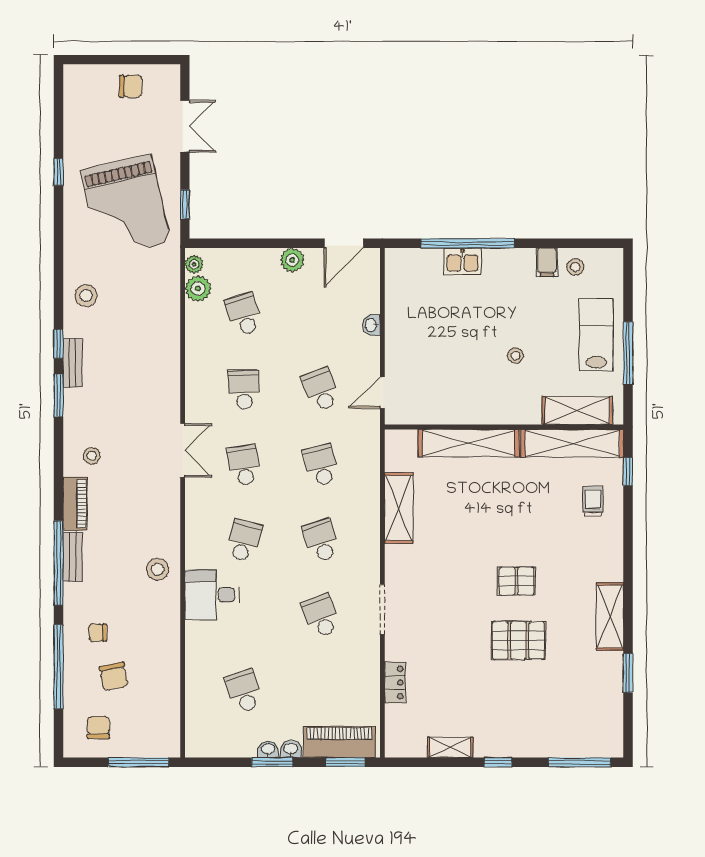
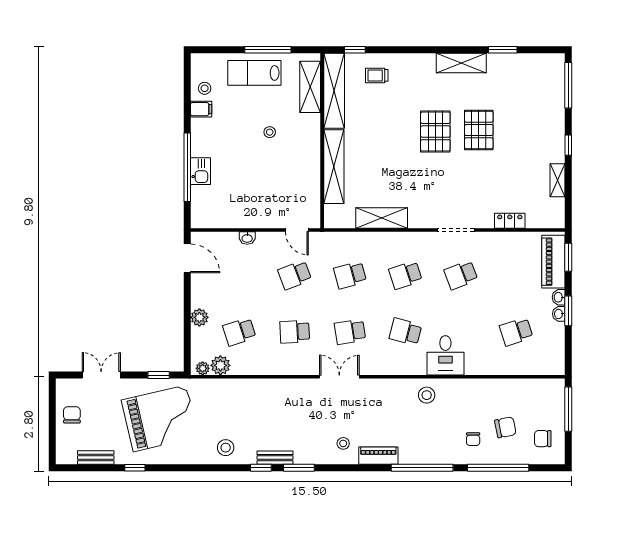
plant: (292, 260) -> (199, 317), moved
bench: (73, 557) -> (96, 458), moved
pallet: (516, 581) -> (435, 132), width x1.50, depth x1.42

